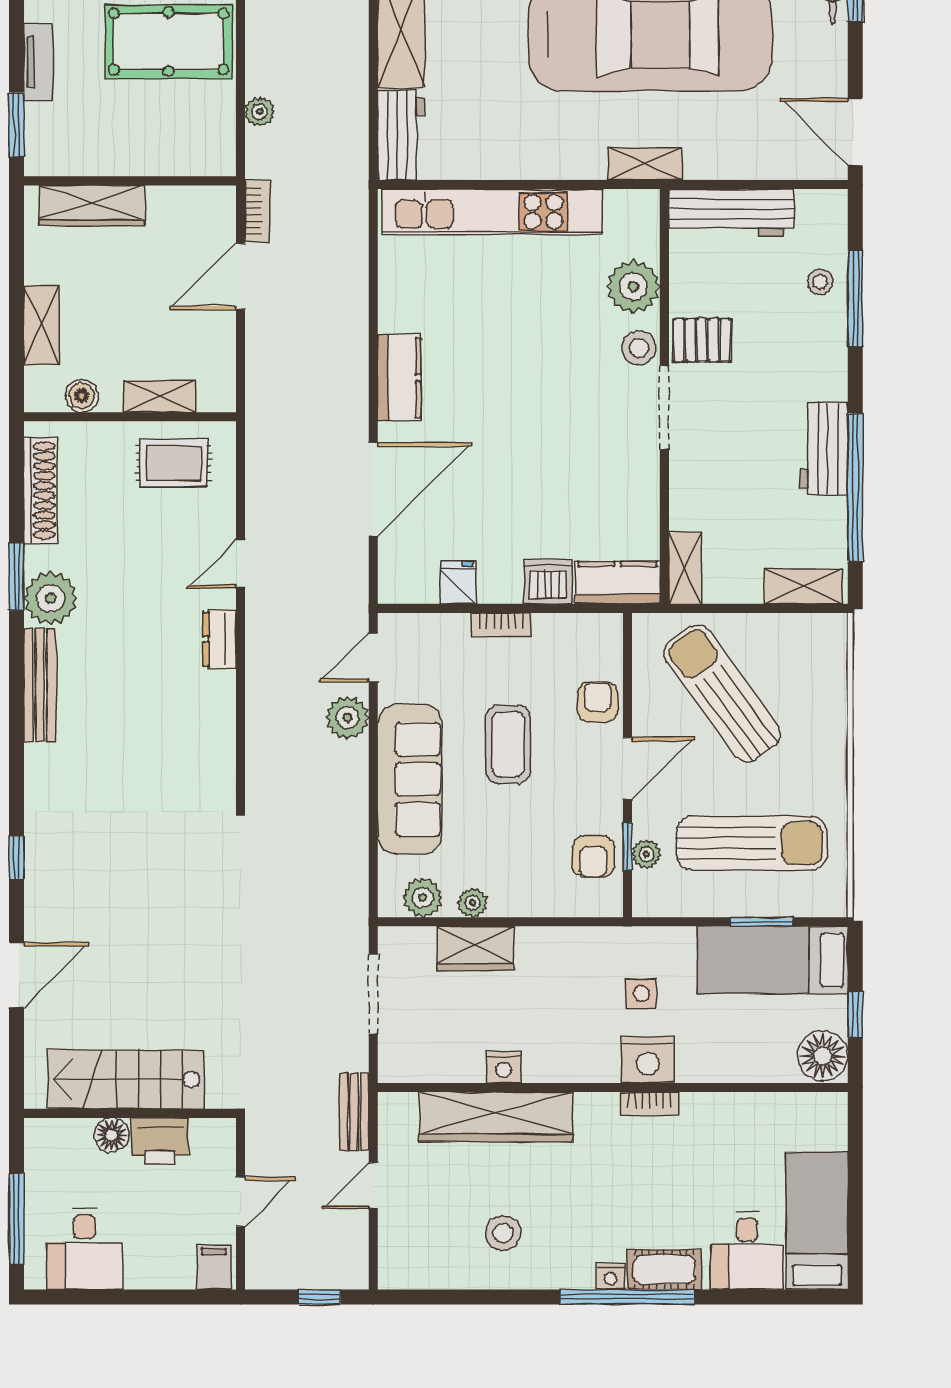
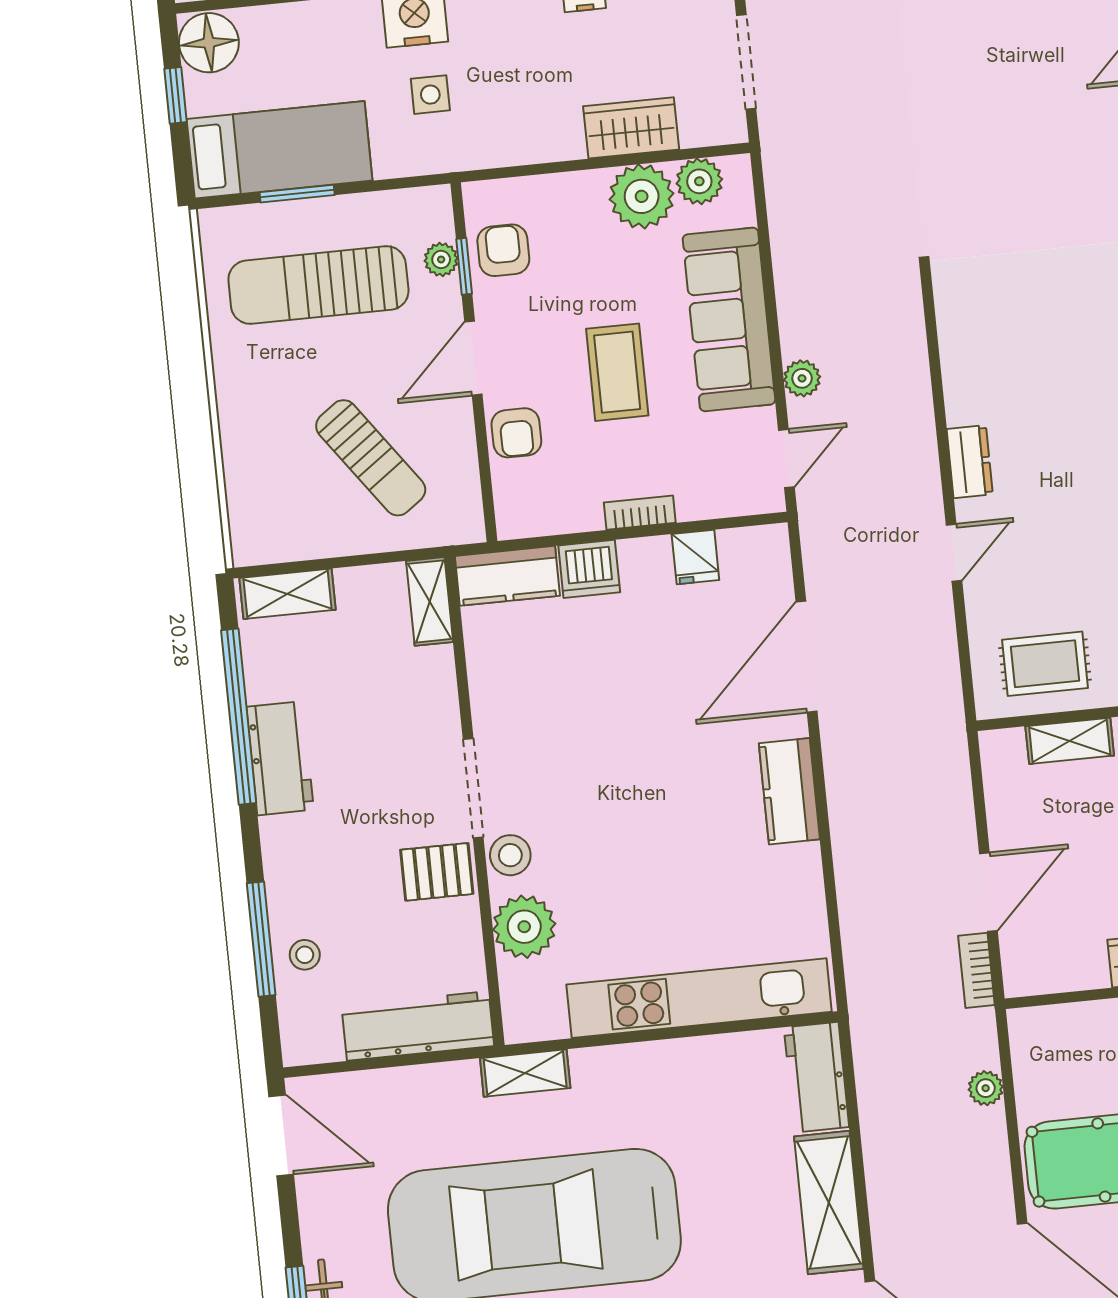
sun lounger: (722, 694) -> (371, 458), width x0.73, depth x0.75
plant: (347, 718) -> (802, 378), width x0.73, depth x0.73
plant: (473, 903) -> (642, 196), width x1.87, depth x1.87

